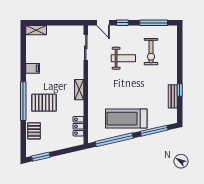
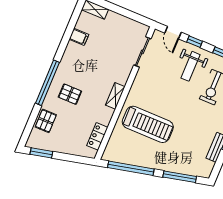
weight bench: (123, 58) -> (190, 66), moved, turned 90
filing cabinet: (33, 68) -> (79, 37), moved
pallet: (44, 103) -> (70, 94), width x0.67, depth x0.71
treadmill: (126, 119) -> (148, 124), moved, turned 180

